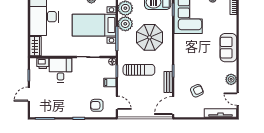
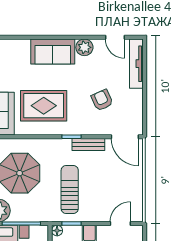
sofa: (228, 48) -> (53, 52), moved
rug: (193, 53) -> (44, 106), added
door: (238, 99) -> (115, 37), hinge flipped

